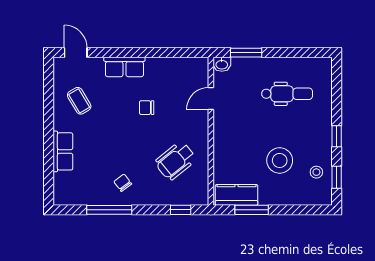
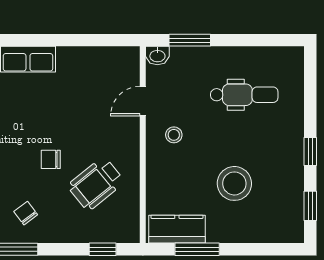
chair: (147, 108) -> (51, 159), moved
stool: (316, 172) -> (174, 135), moved

